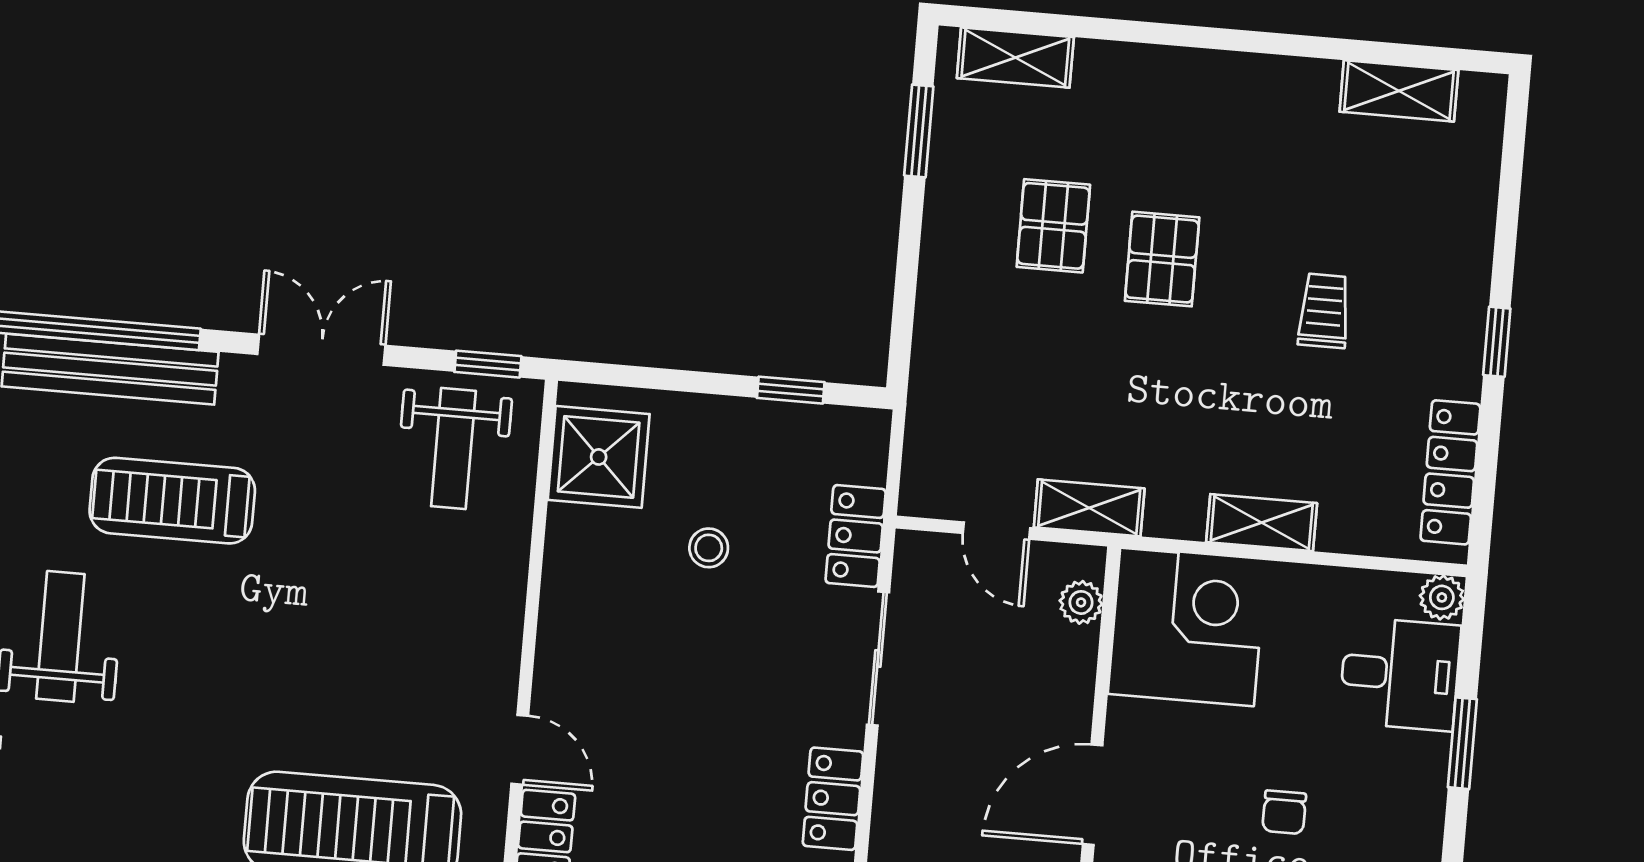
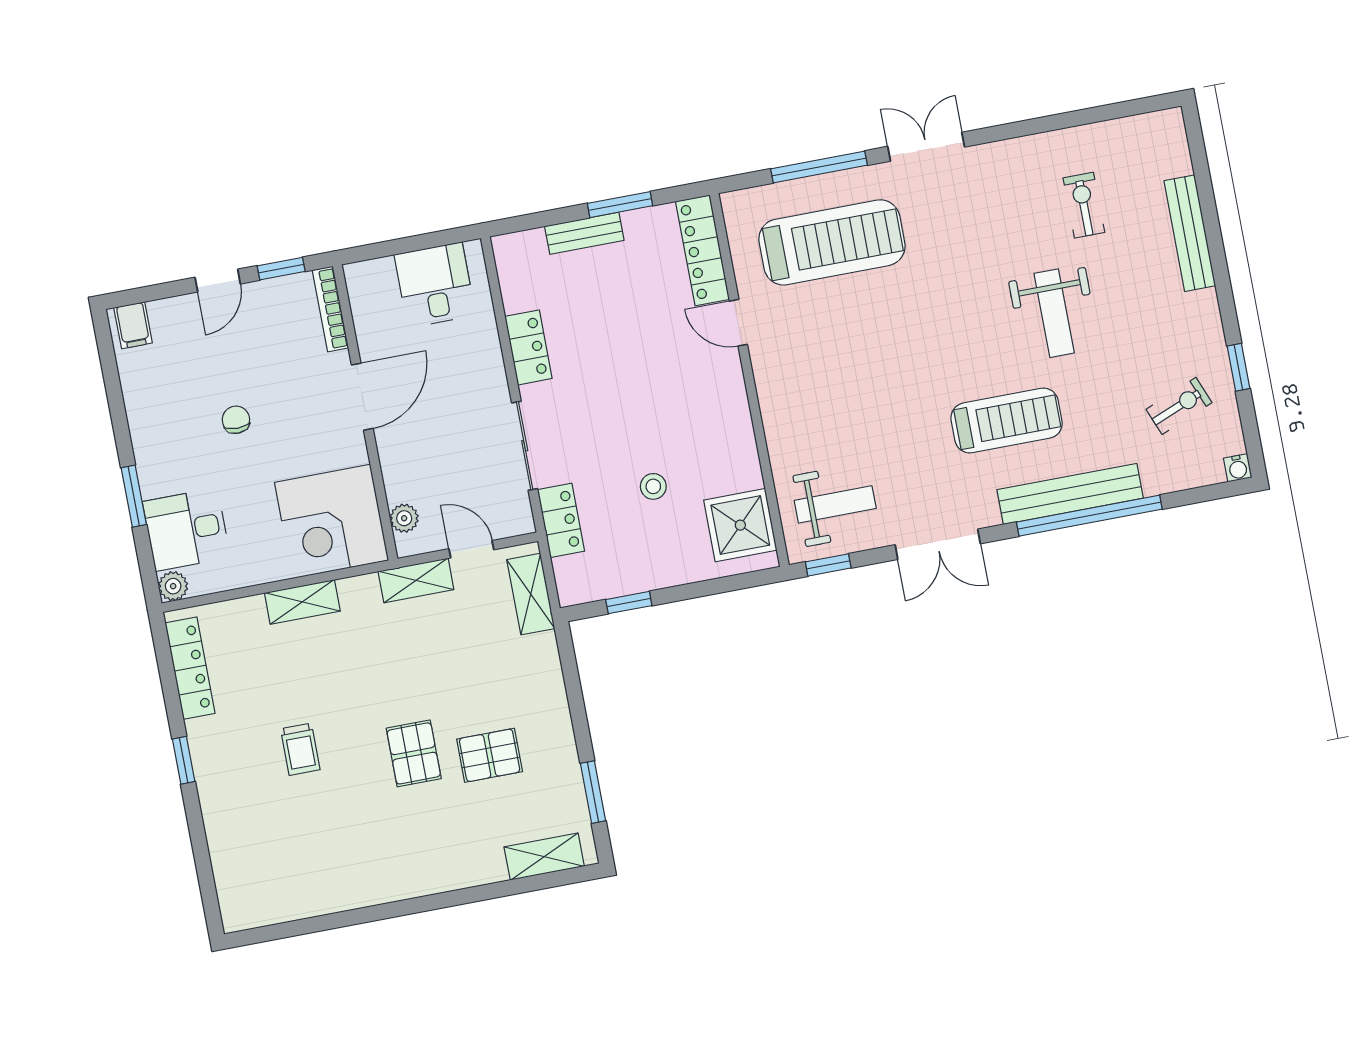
shelving: (1399, 91) -> (531, 594), moved, turned 90
pallet: (1053, 226) -> (490, 755), turned 90
weight bench: (453, 449) -> (835, 504), turned 90

